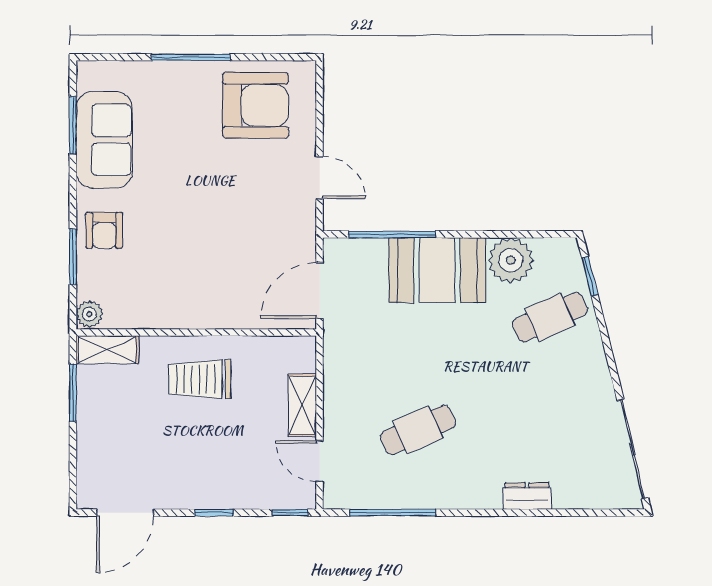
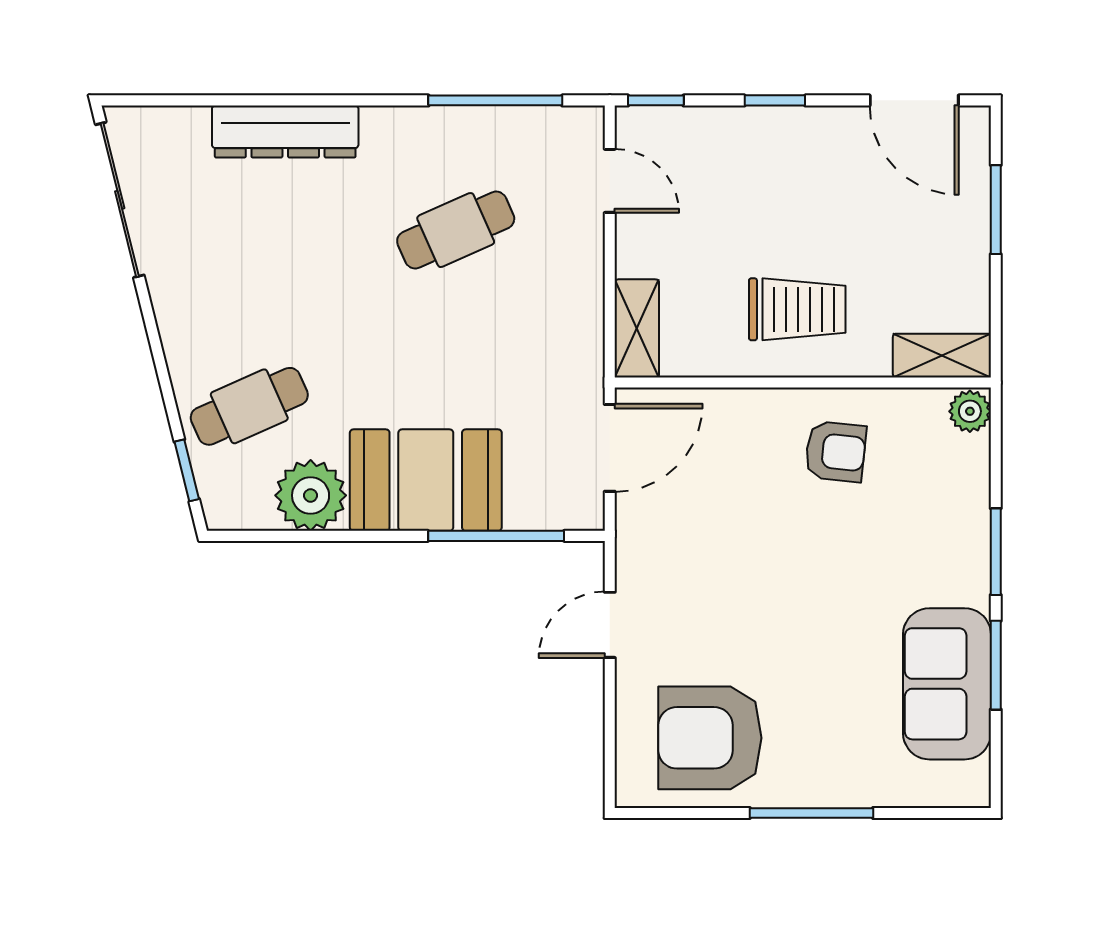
window: (73, 125) -> (996, 665), moved
door: (320, 178) -> (610, 625), hinge flipped
armchair: (104, 230) -> (835, 452), moved, turned 96
window: (73, 257) -> (996, 552), moved
window: (73, 393) -> (996, 210), moved
shelving: (302, 405) -> (637, 328), moved
dresser: (527, 496) -> (285, 131), width x1.96, depth x1.24
door: (125, 513) -> (914, 100), swing flipped

